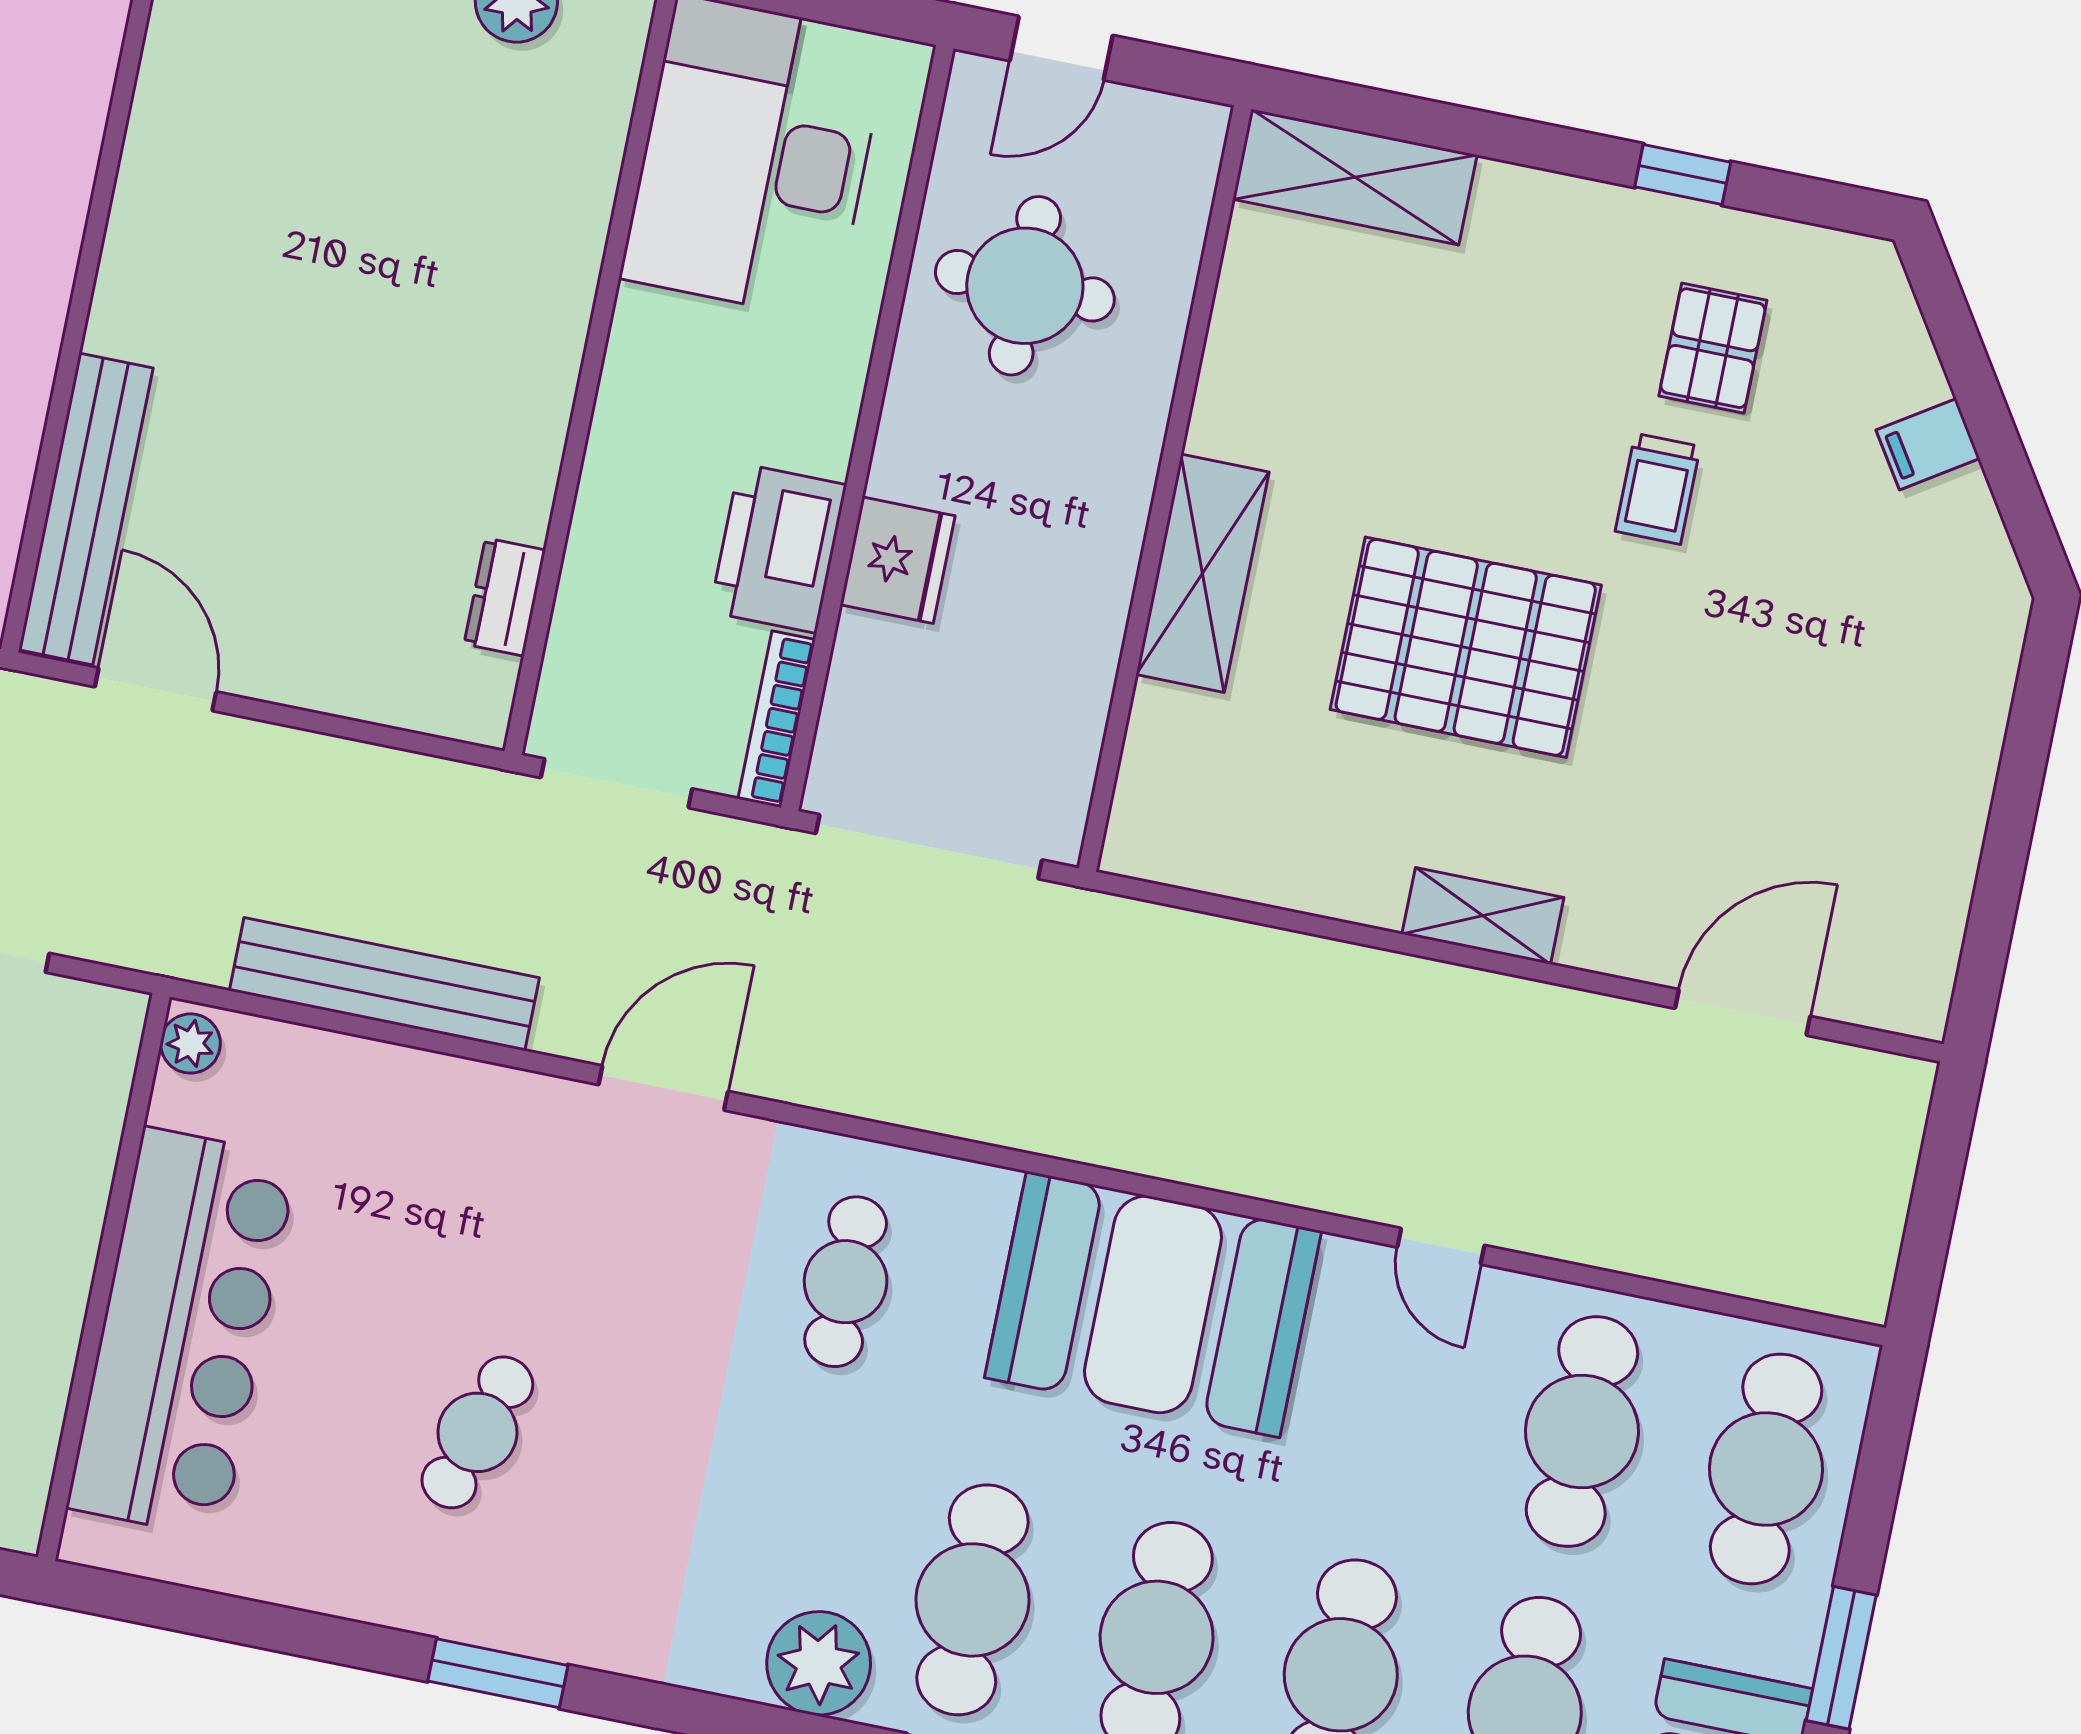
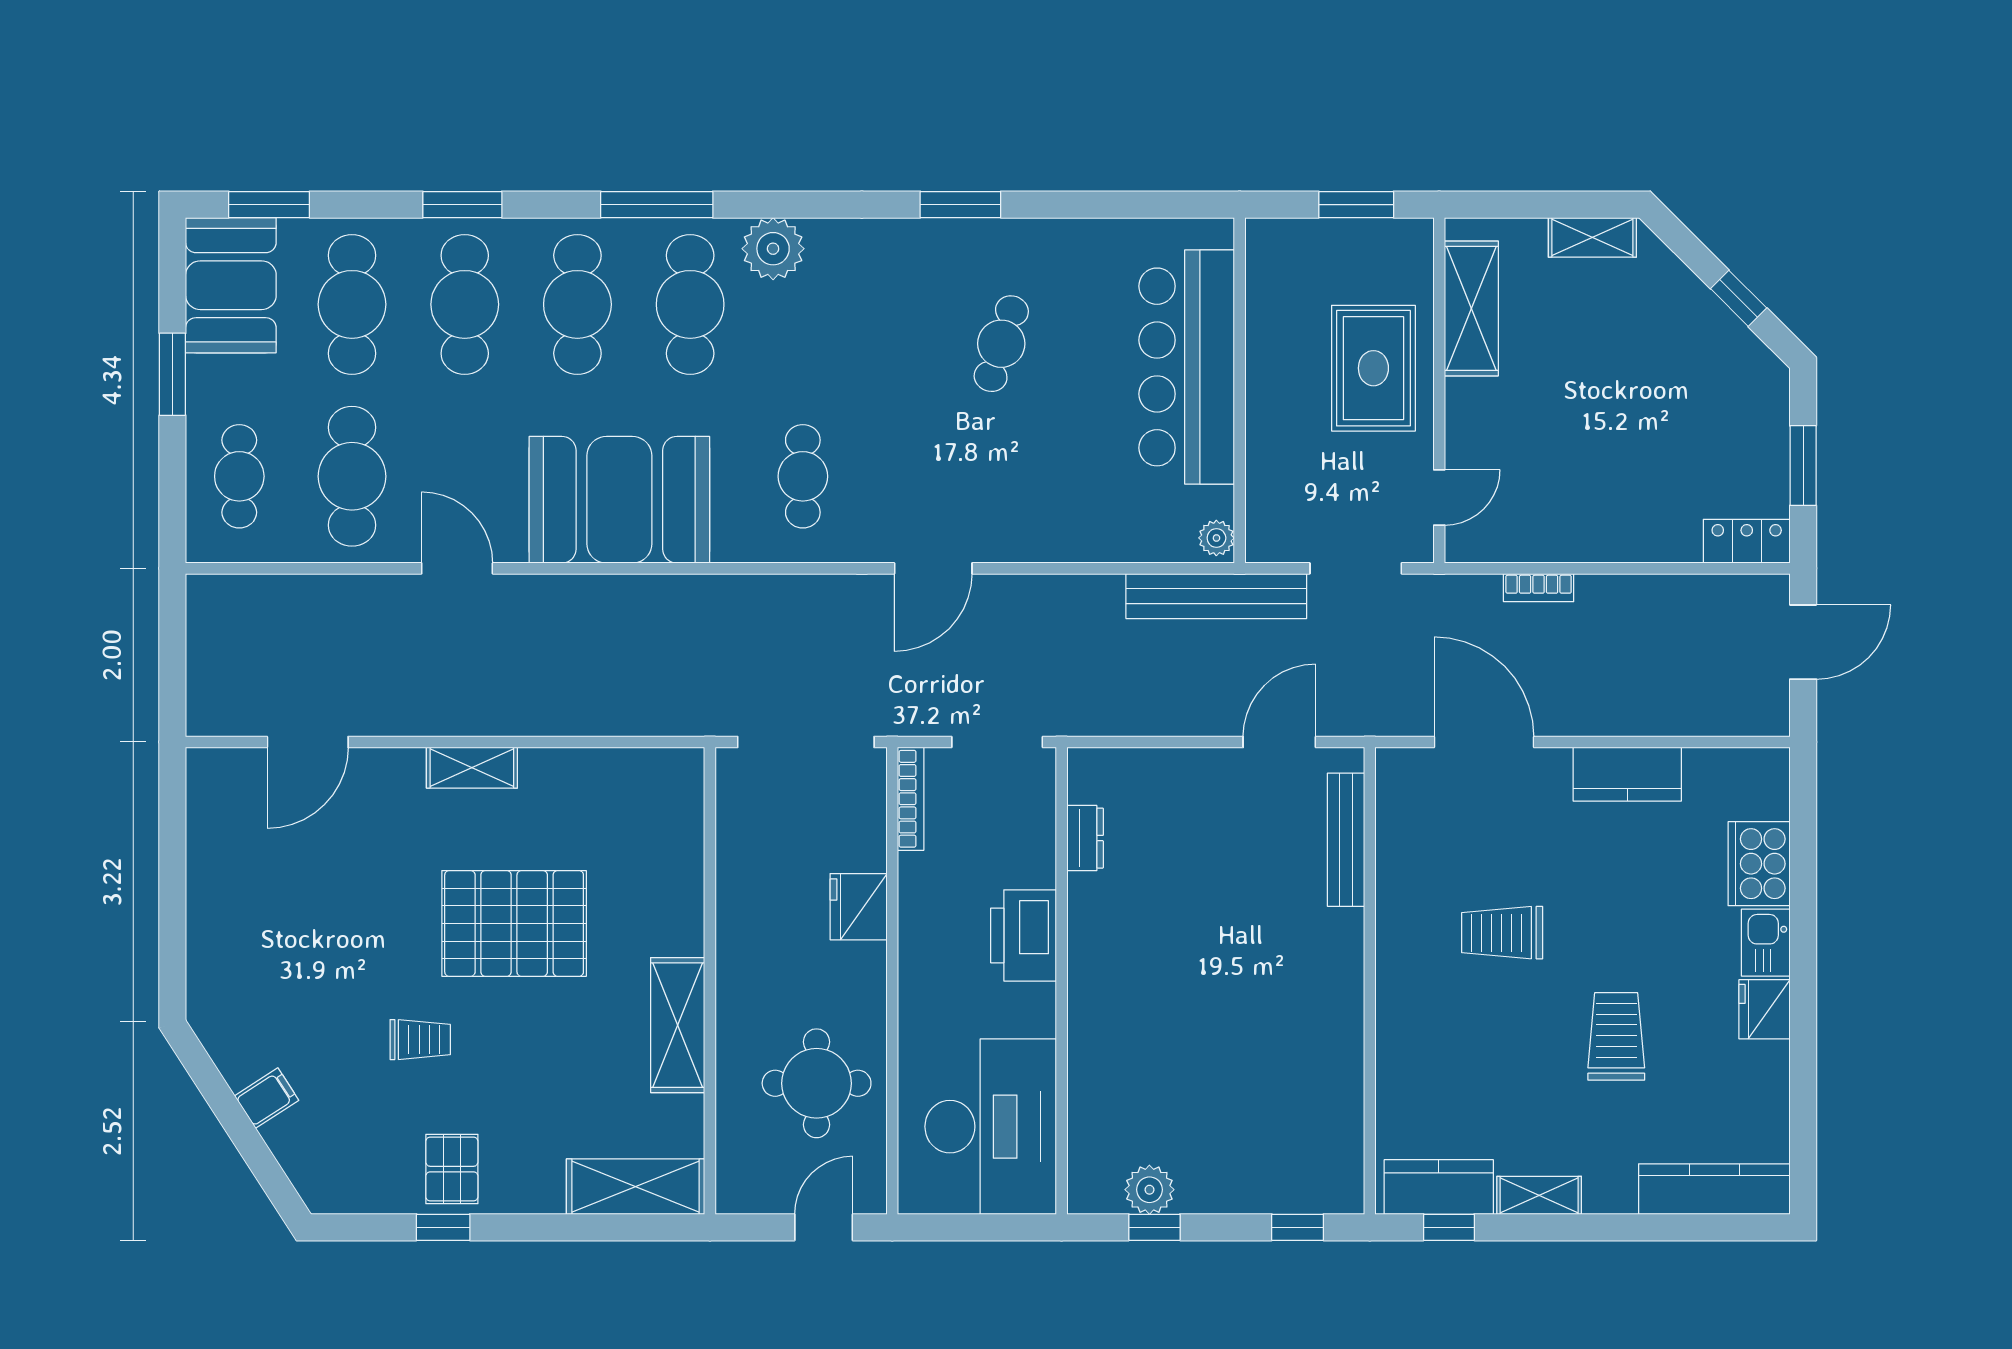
pallet: (1713, 348) -> (452, 1169), moved
trolley: (1658, 489) -> (420, 1040), turned 90
bench: (86, 509) -> (1346, 840), width x0.73, depth x0.82
printer: (778, 548) -> (1024, 935), moved, turned 180
shelving: (1203, 573) -> (678, 1025), moved
door: (156, 689) -> (1279, 742), swing flipped
bench: (384, 984) -> (1216, 596), moved
door: (1441, 1246) -> (457, 568), width x1.38
cafe table: (1766, 1469) -> (239, 476), width x0.73, depth x0.74

